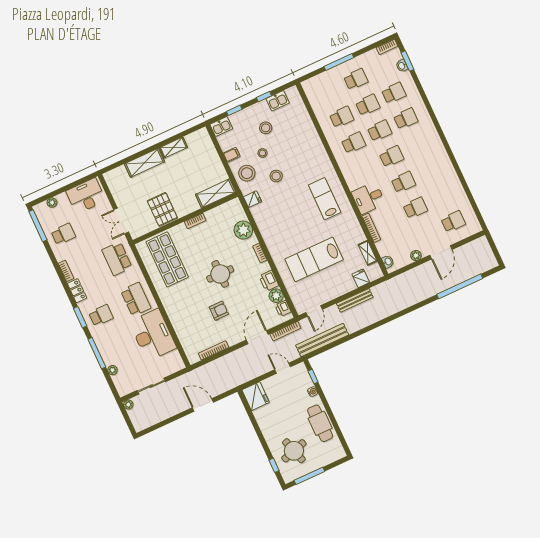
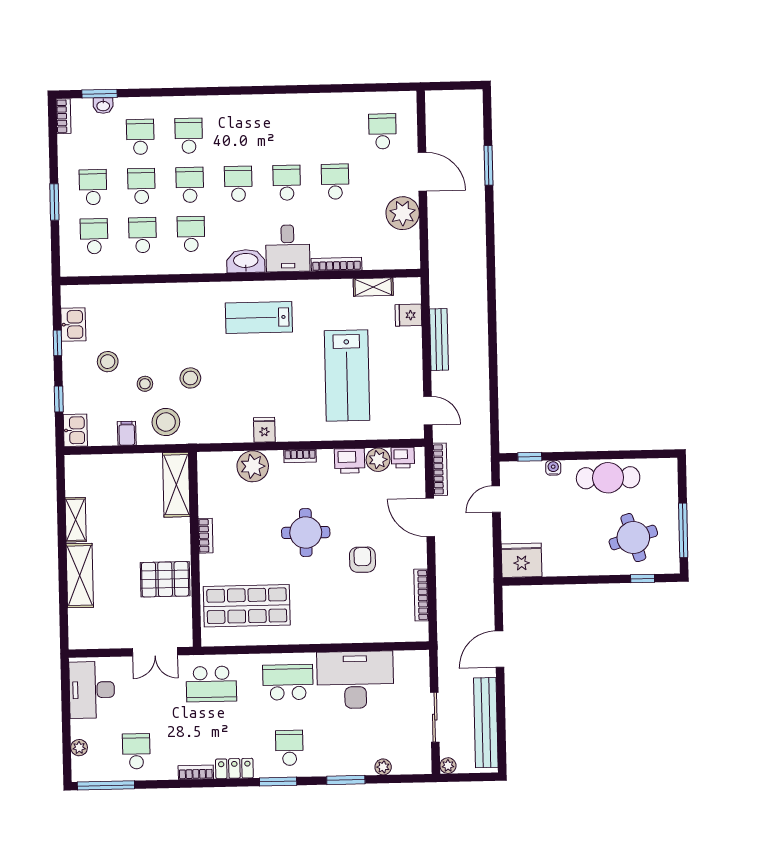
window: (339, 62) -> (54, 202), width x0.69
school desk: (330, 91) -> (94, 236), added
fridge: (252, 199) -> (264, 430), moved
plant: (416, 256) -> (403, 213), width x1.87, depth x1.87
washbasin: (388, 262) -> (246, 261), moved, width x1.91, depth x1.45
window: (460, 286) -> (489, 165), width x0.47
bench: (322, 340) -> (486, 723), moved
window: (97, 353) -> (346, 780), width x0.69

